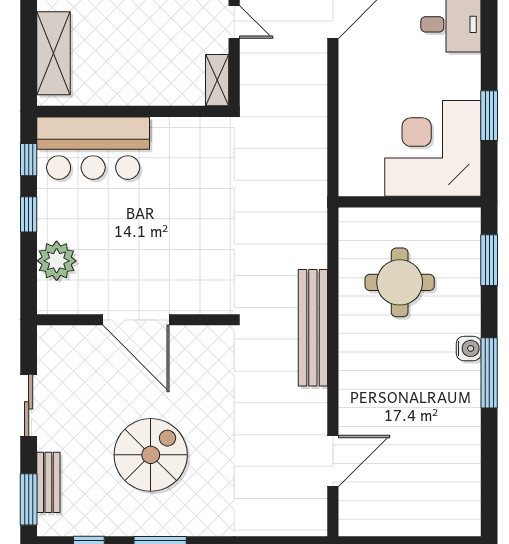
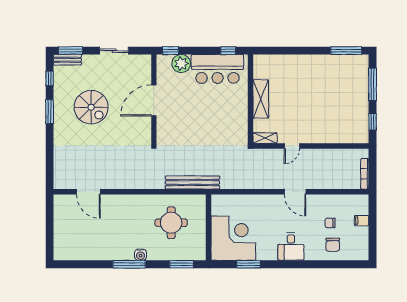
shelving: (53, 53) -> (261, 99), moved, turned 90
bar counter: (93, 148) -> (217, 69), moved, turned -90
window: (29, 214) -> (170, 51), moved
bench: (313, 328) -> (192, 182), moved
bench: (48, 482) -> (67, 60), moved

